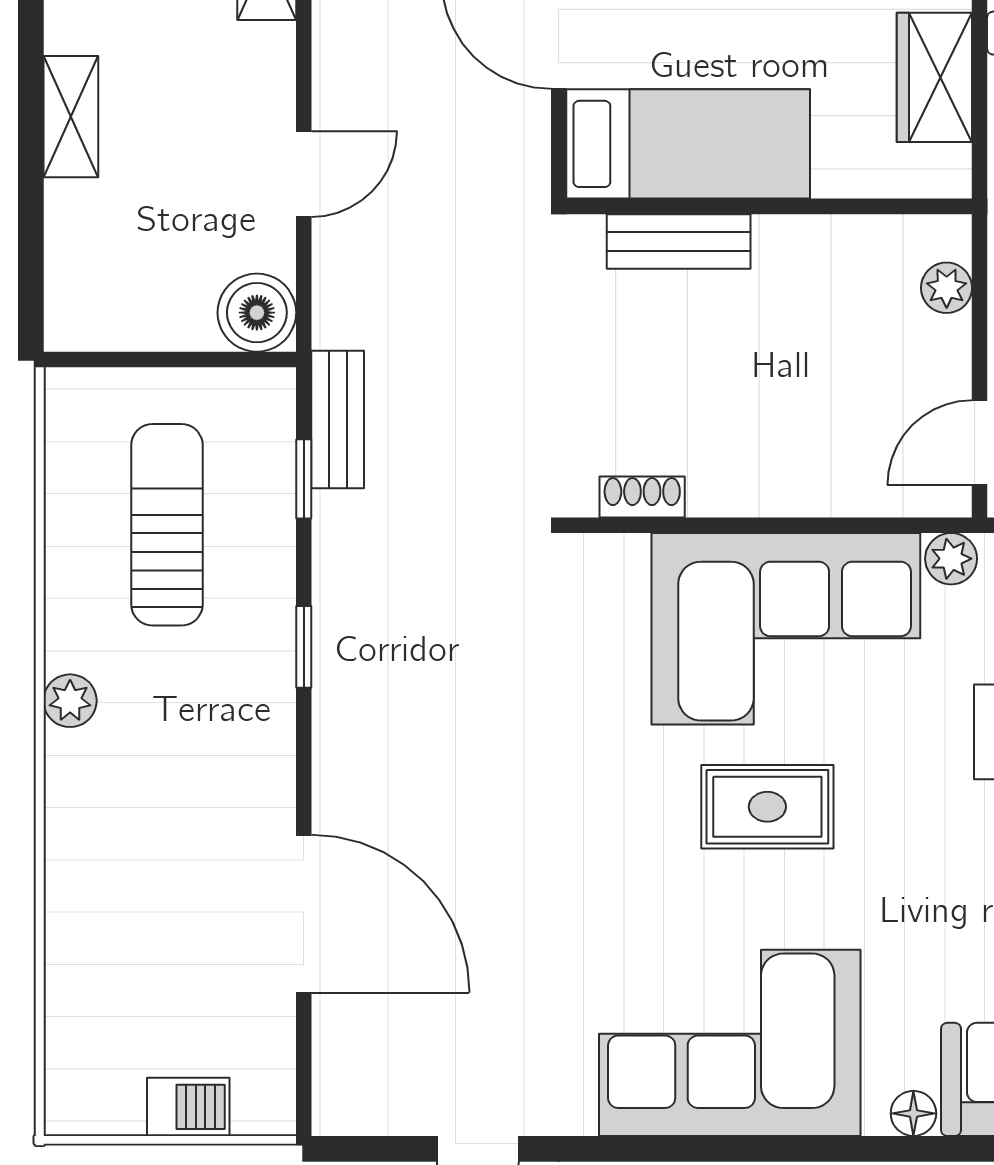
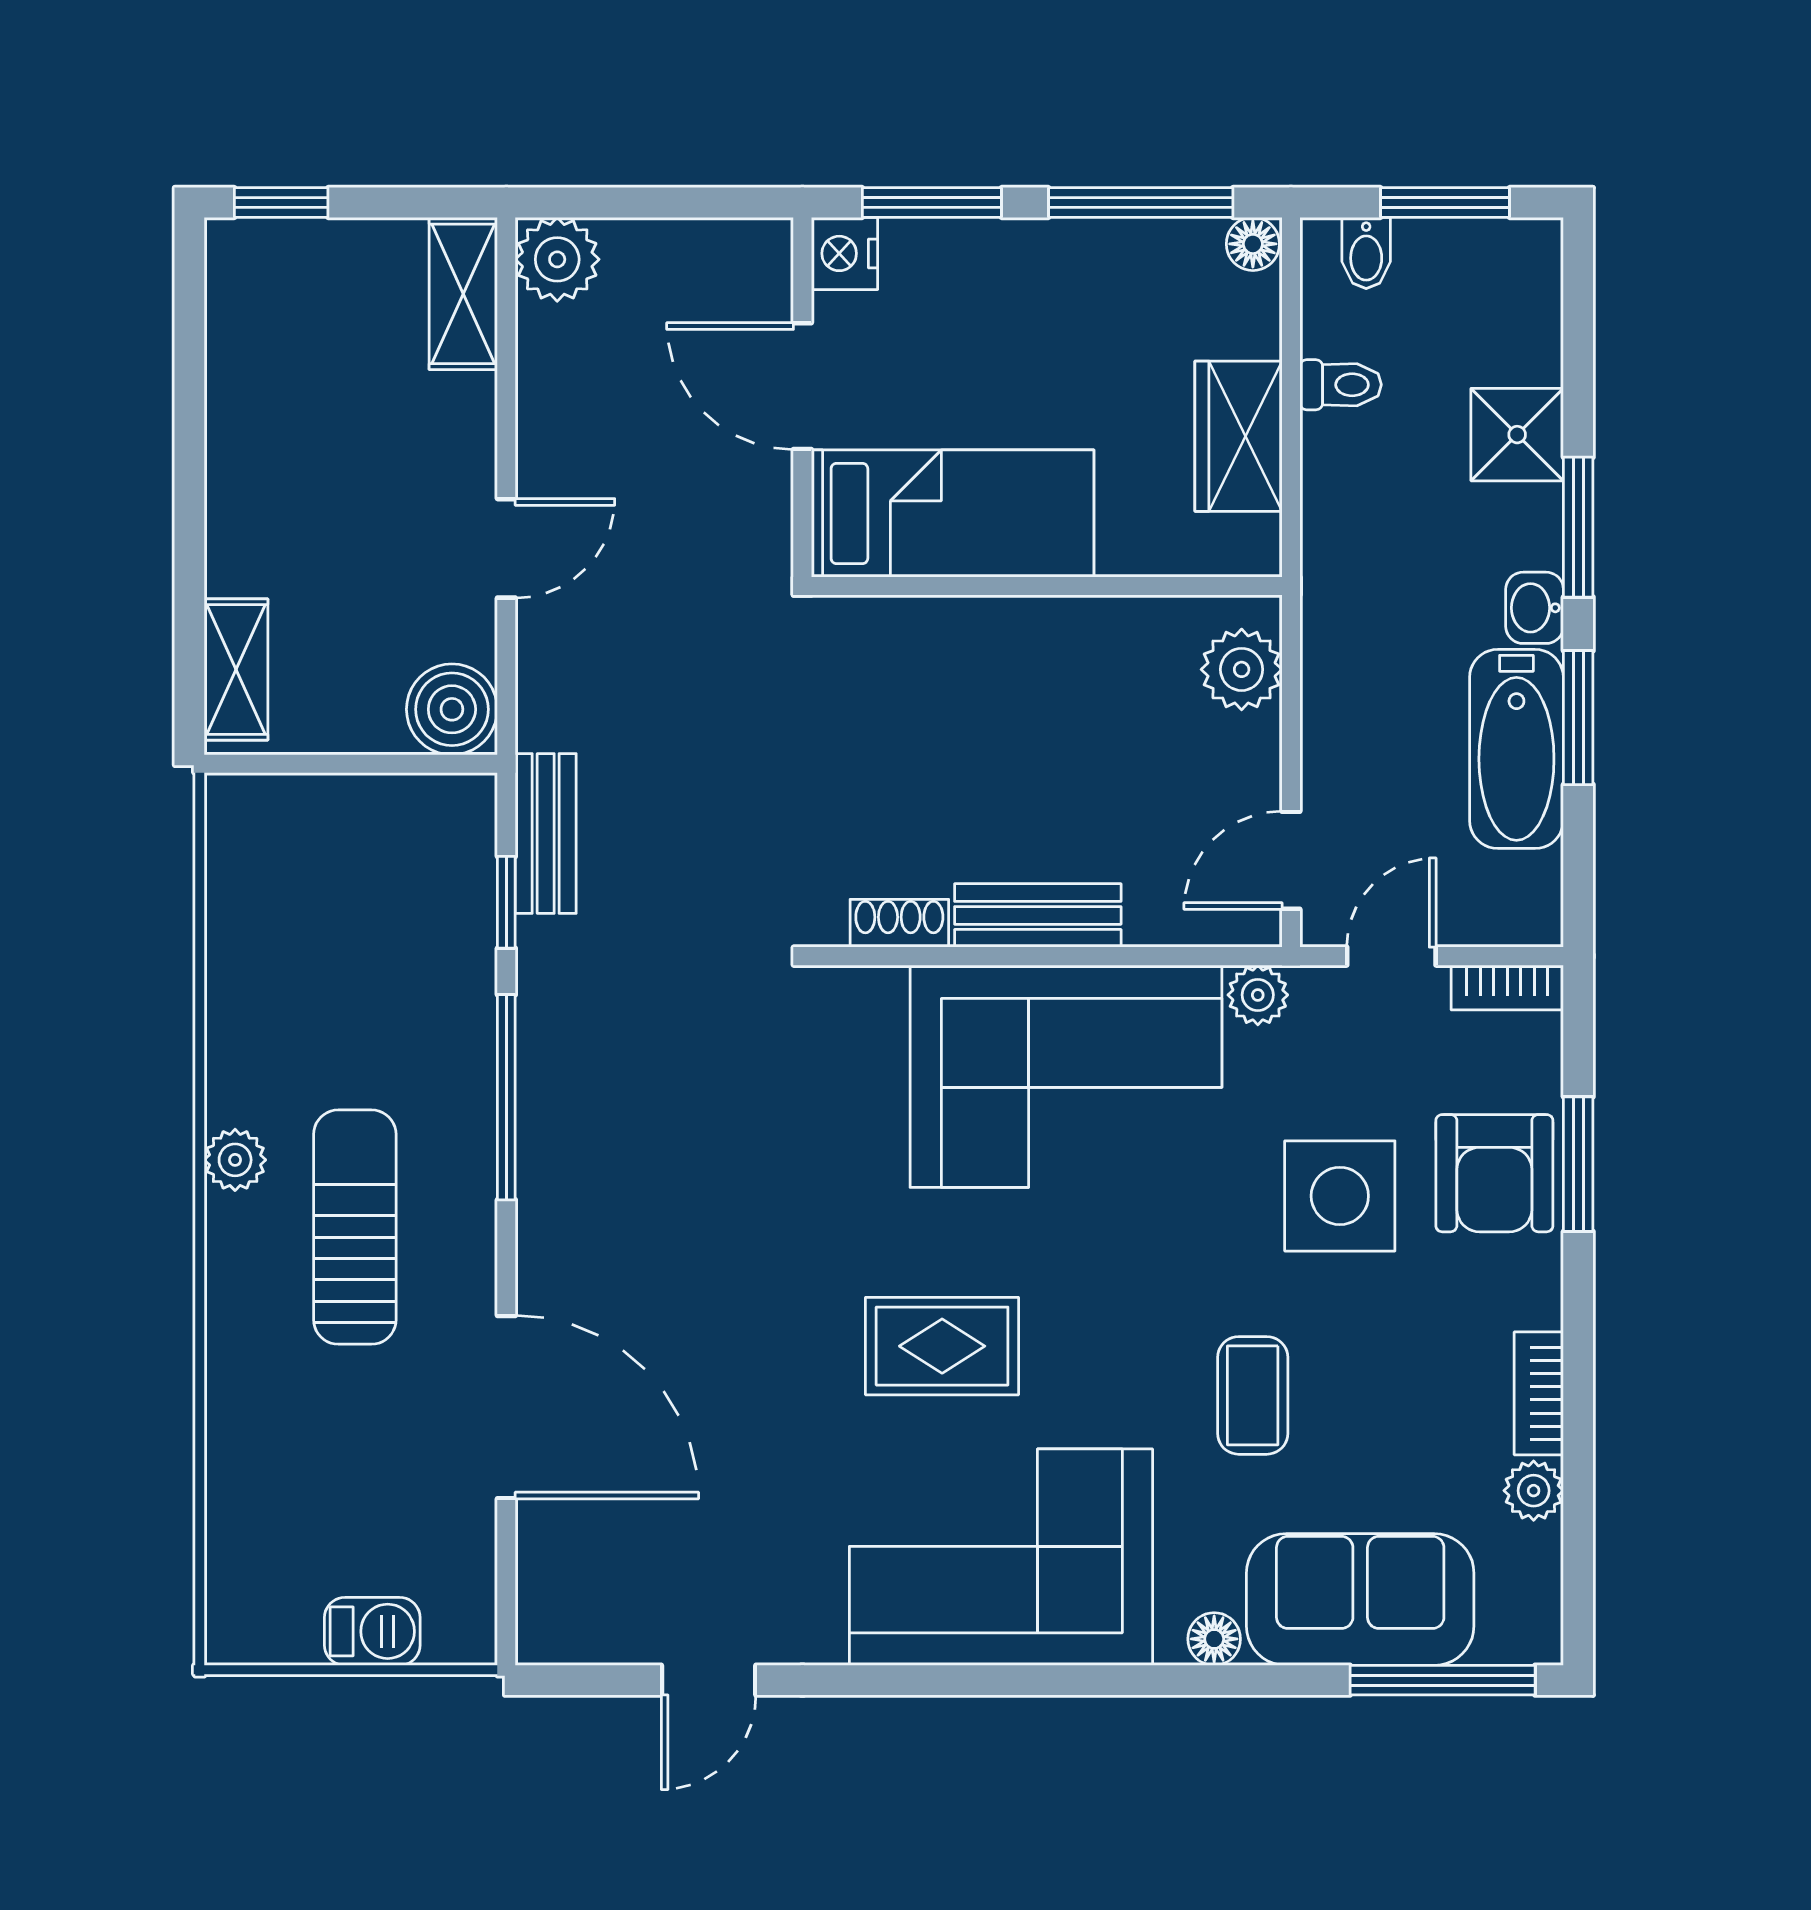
shelving: (71, 117) -> (236, 669), moved
bench: (679, 241) -> (1038, 915), moved
plant: (947, 288) -> (1242, 669), width x1.38, depth x1.38
sun lounger: (167, 525) -> (355, 1227), moved
window: (304, 647) -> (506, 1097), width x2.17
rug: (767, 807) -> (942, 1346), moved
coffee table: (947, 904) -> (1253, 1395), added

